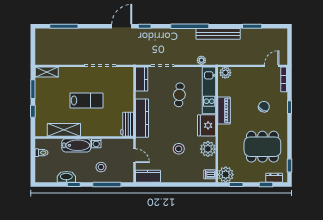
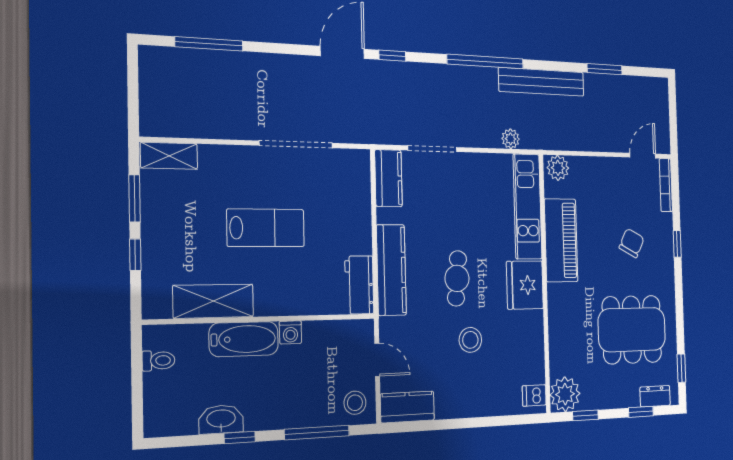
cafe table: (179, 95) -> (457, 278), moved
piano: (224, 111) -> (561, 240), width x1.37, depth x1.33
plant: (208, 149) -> (529, 338), removed
stool: (101, 167) -> (355, 403), moved

